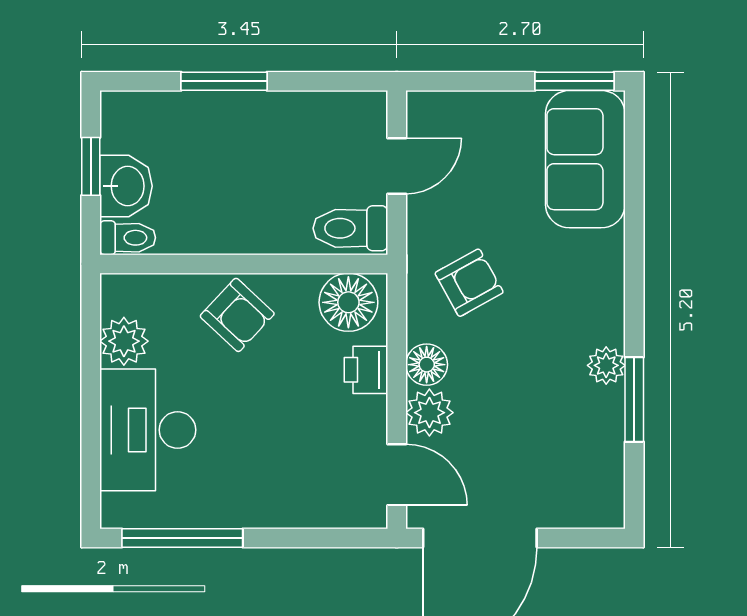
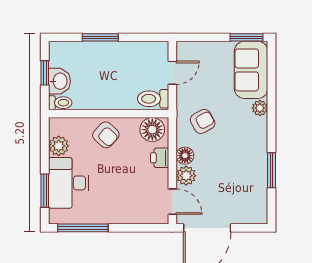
plant: (606, 365) -> (260, 108), moved
window: (91, 449) -> (45, 191), added

